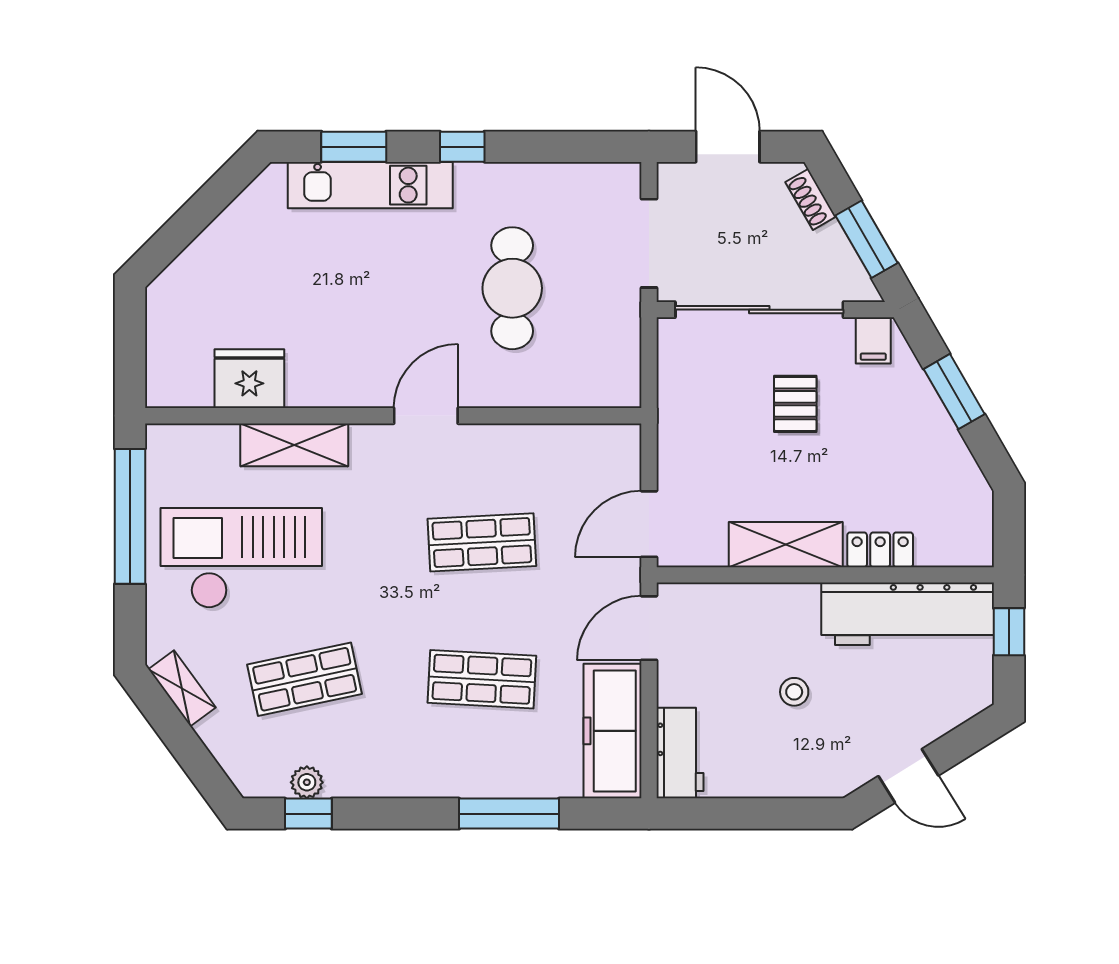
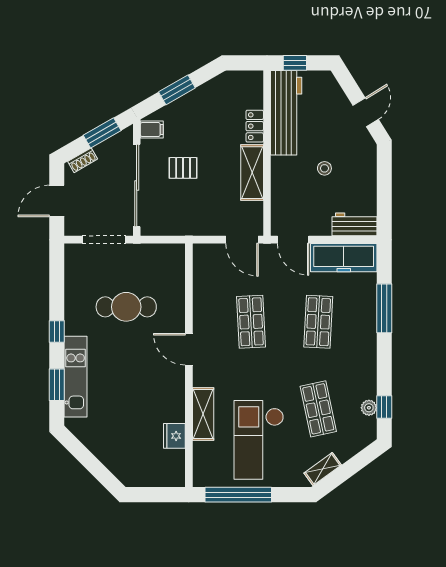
fridge: (249, 379) -> (174, 436), width x0.73, depth x0.75

